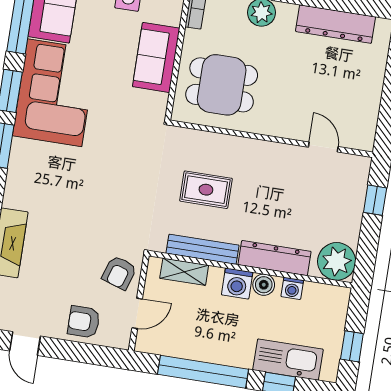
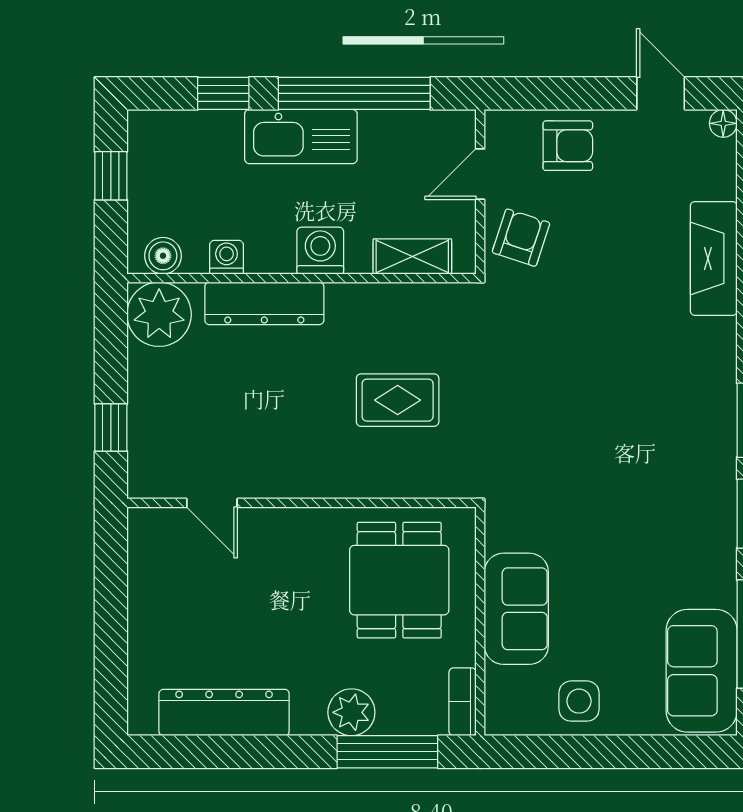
dining table: (222, 85) -> (399, 580), turned 90
corner sofa: (55, 93) -> (677, 523), removed
bench: (203, 249) -> (387, 299), removed
boiler: (264, 285) -> (163, 256), moved
kitchen sink: (288, 360) -> (301, 137), moved

